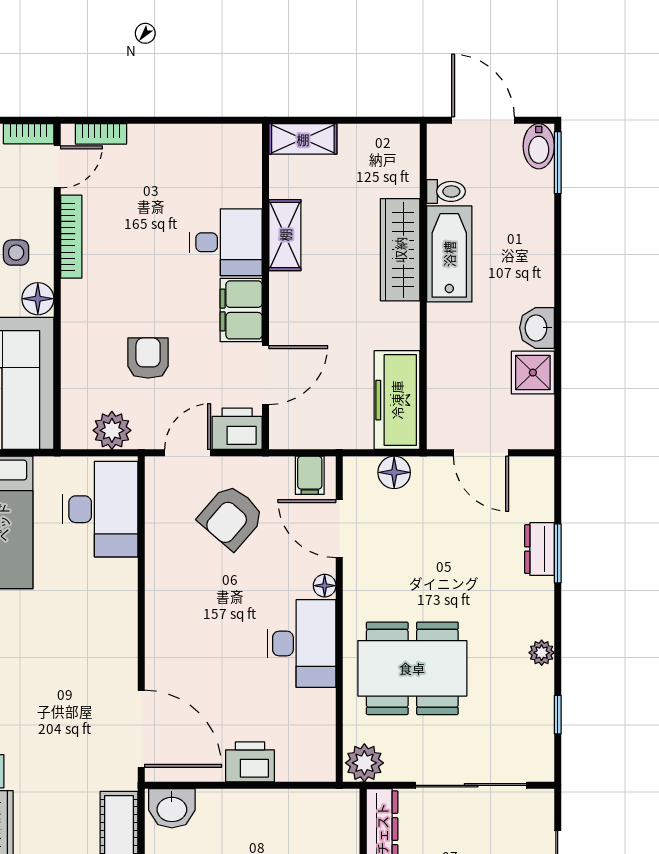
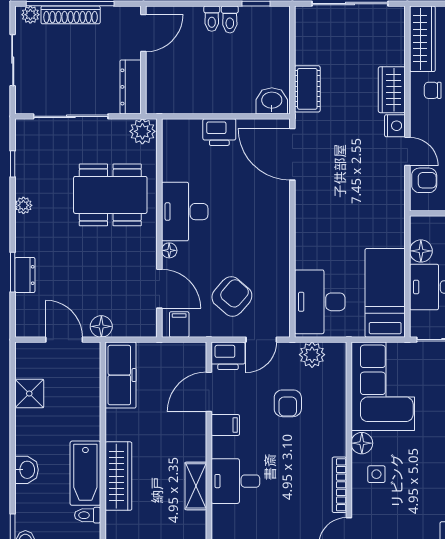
filing cabinet: (241, 310) -> (225, 425), width x0.50
washbasin: (537, 328) -> (27, 470), moved
floor lamp: (394, 472) -> (101, 326), moved

